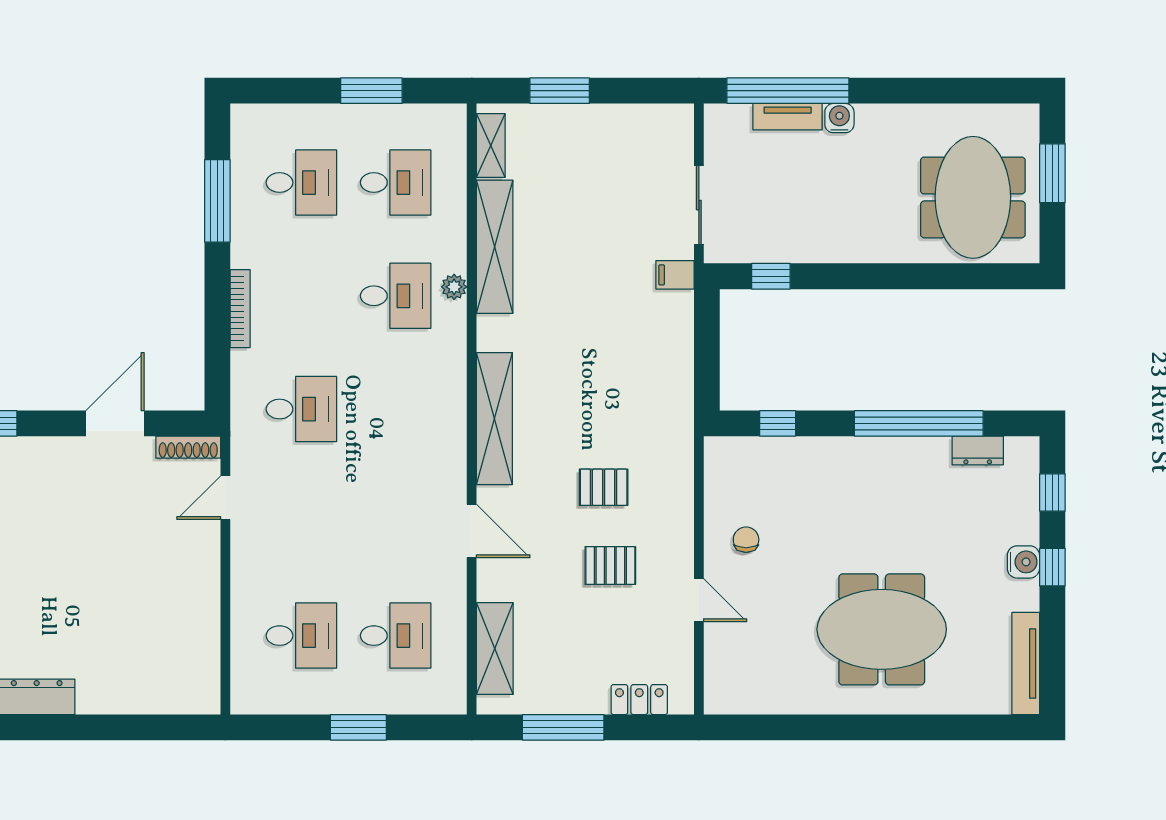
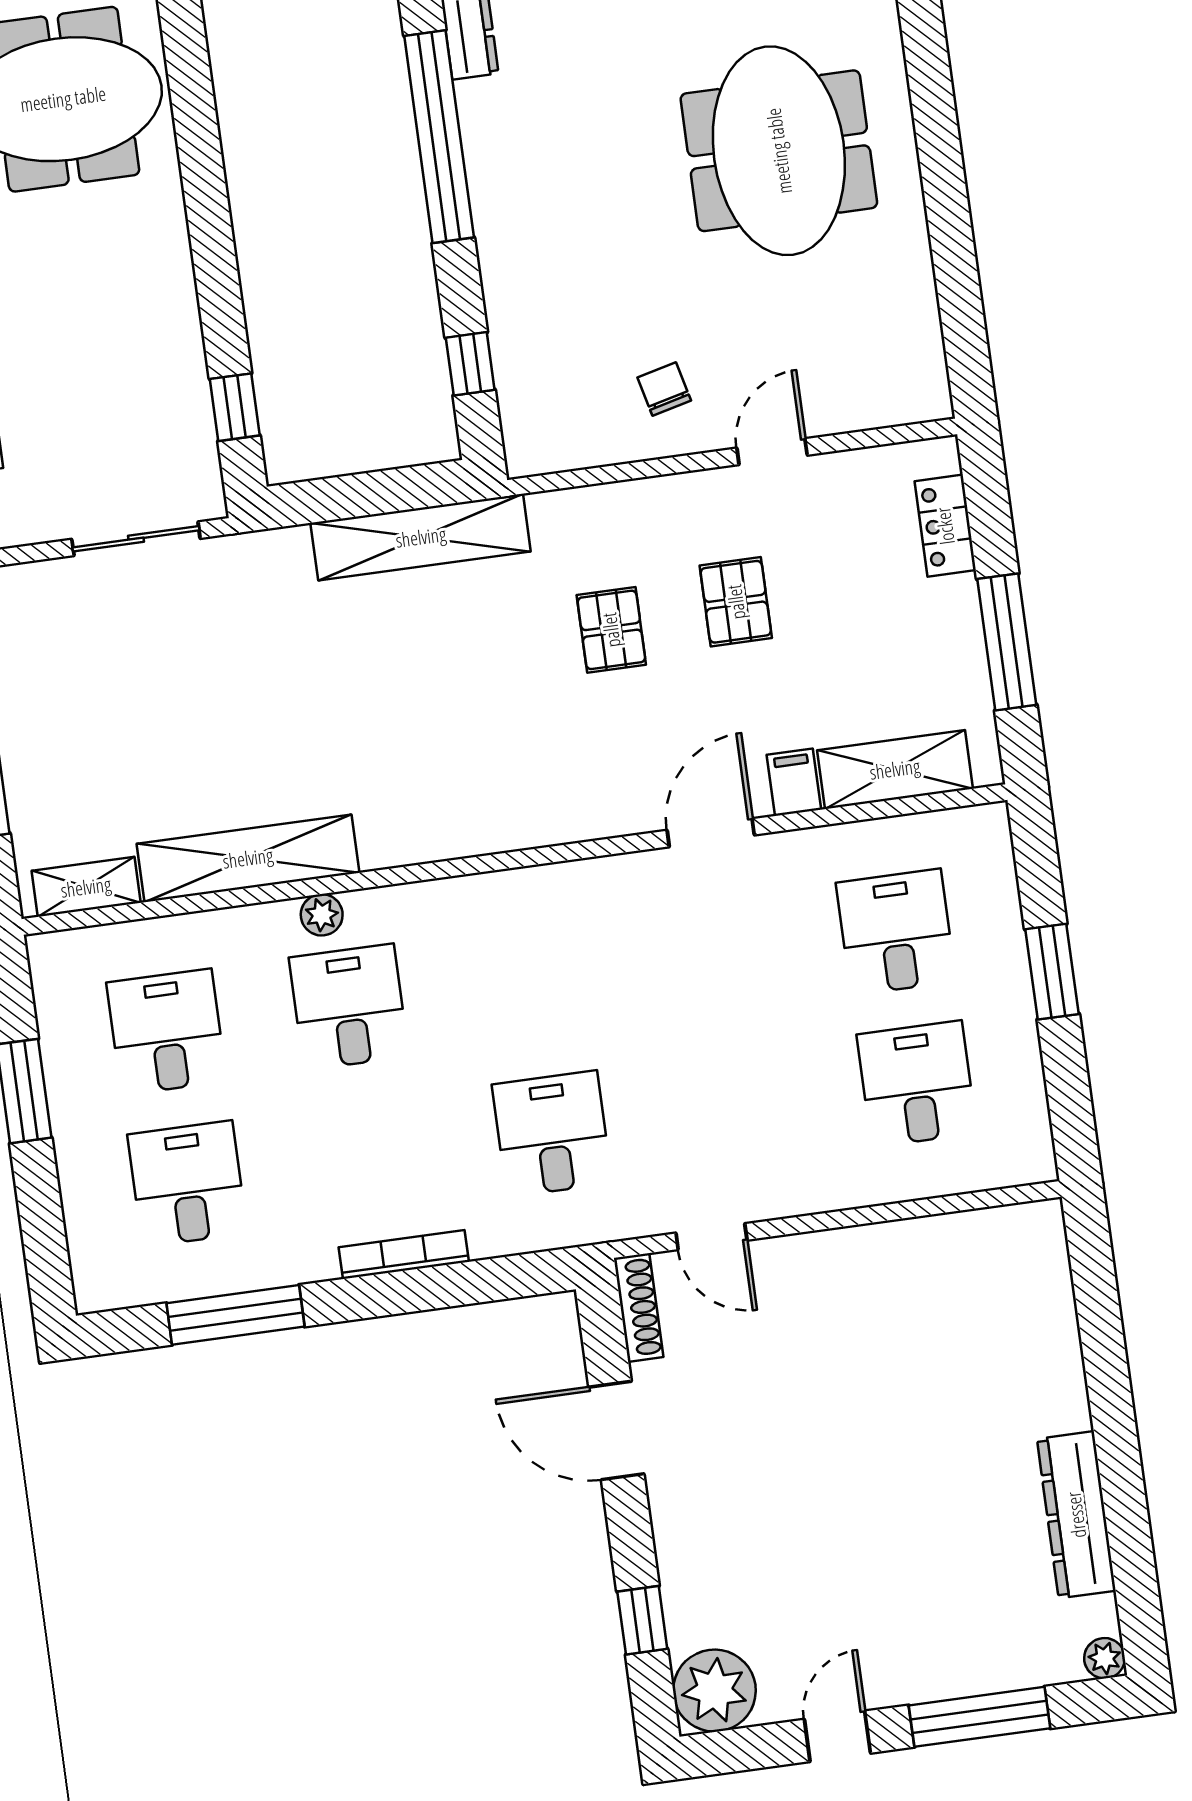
filing cabinet: (675, 275) -> (794, 782), moved, turned 180
shelving: (494, 419) -> (421, 537), moved
chair: (746, 540) -> (664, 389), turned 76

